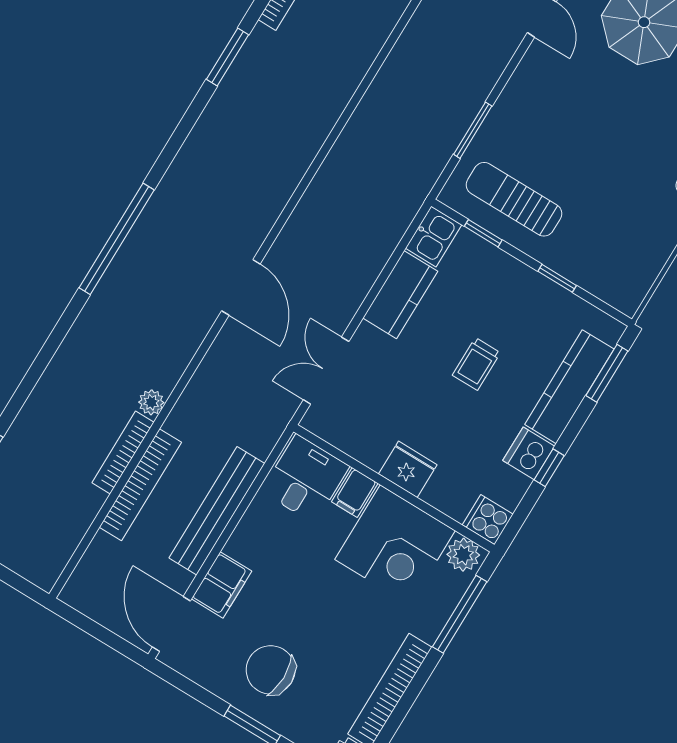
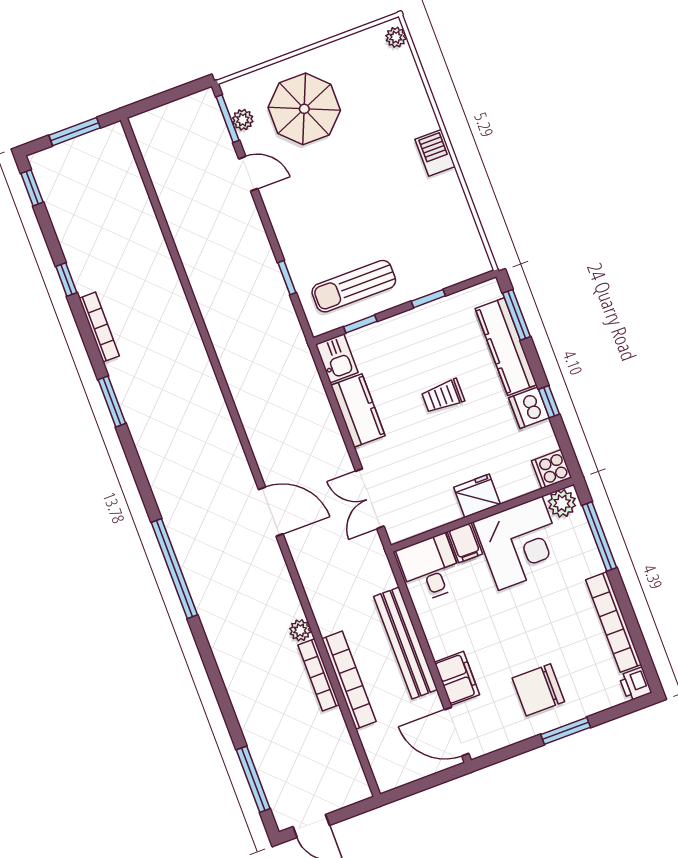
window: (473, 130) -> (287, 278), width x0.67
trolley: (476, 364) -> (443, 396), turned 90

